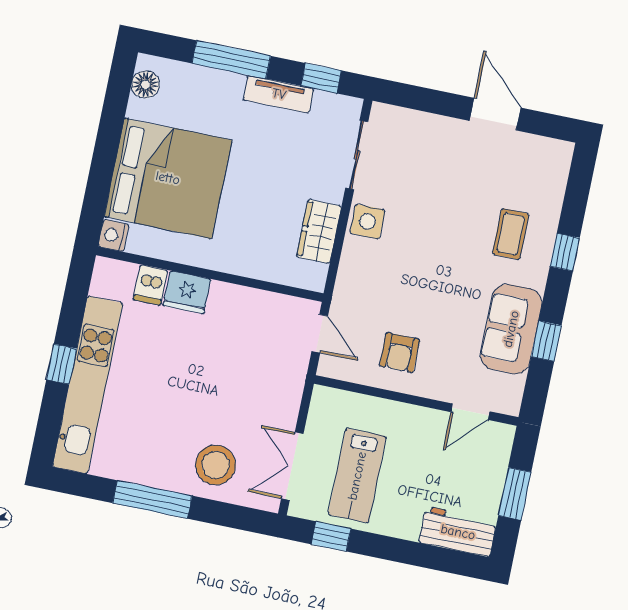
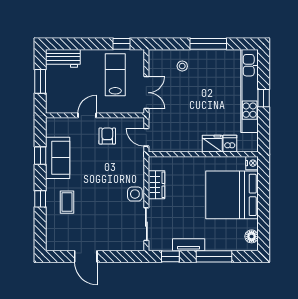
door: (470, 412) -> (87, 115), moved
stool: (216, 465) -> (182, 66), width x0.53, depth x0.53
double door: (292, 466) -> (146, 93), moved

